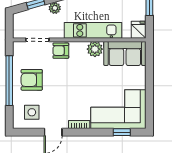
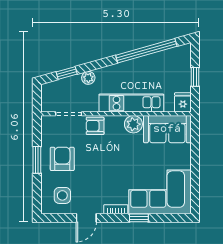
armchair: (32, 80) -> (62, 159), turned 90
window: (9, 81) -> (37, 160), width x0.47
window: (122, 132) -> (139, 218), moved

